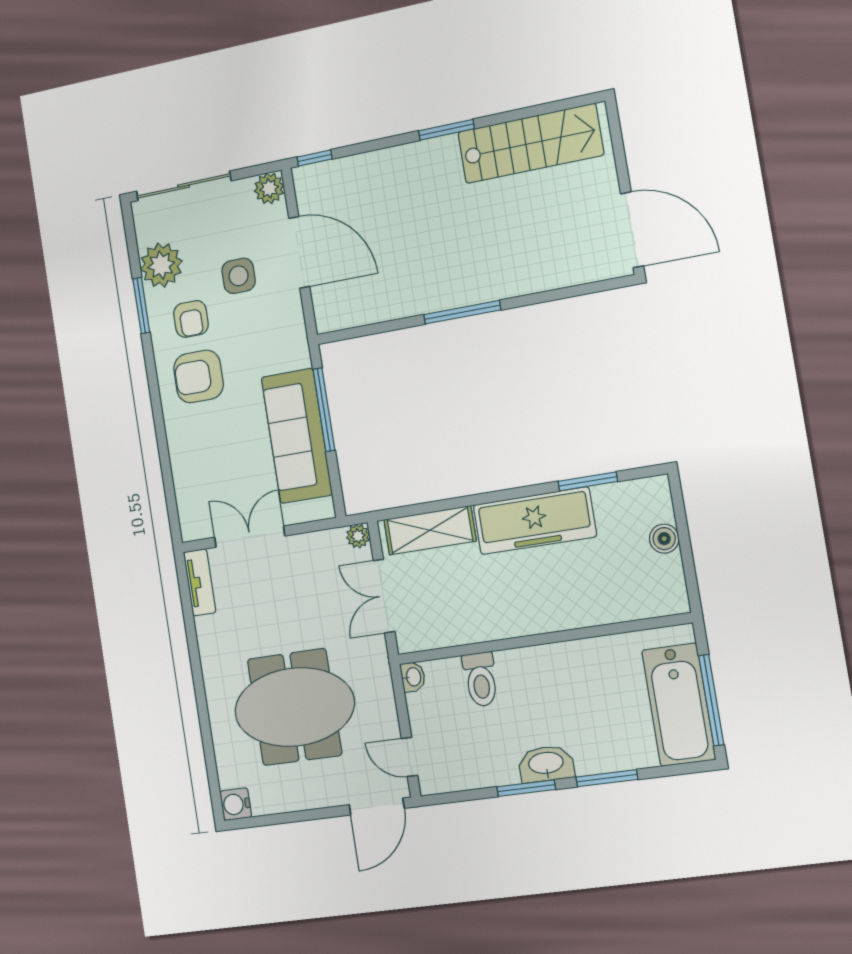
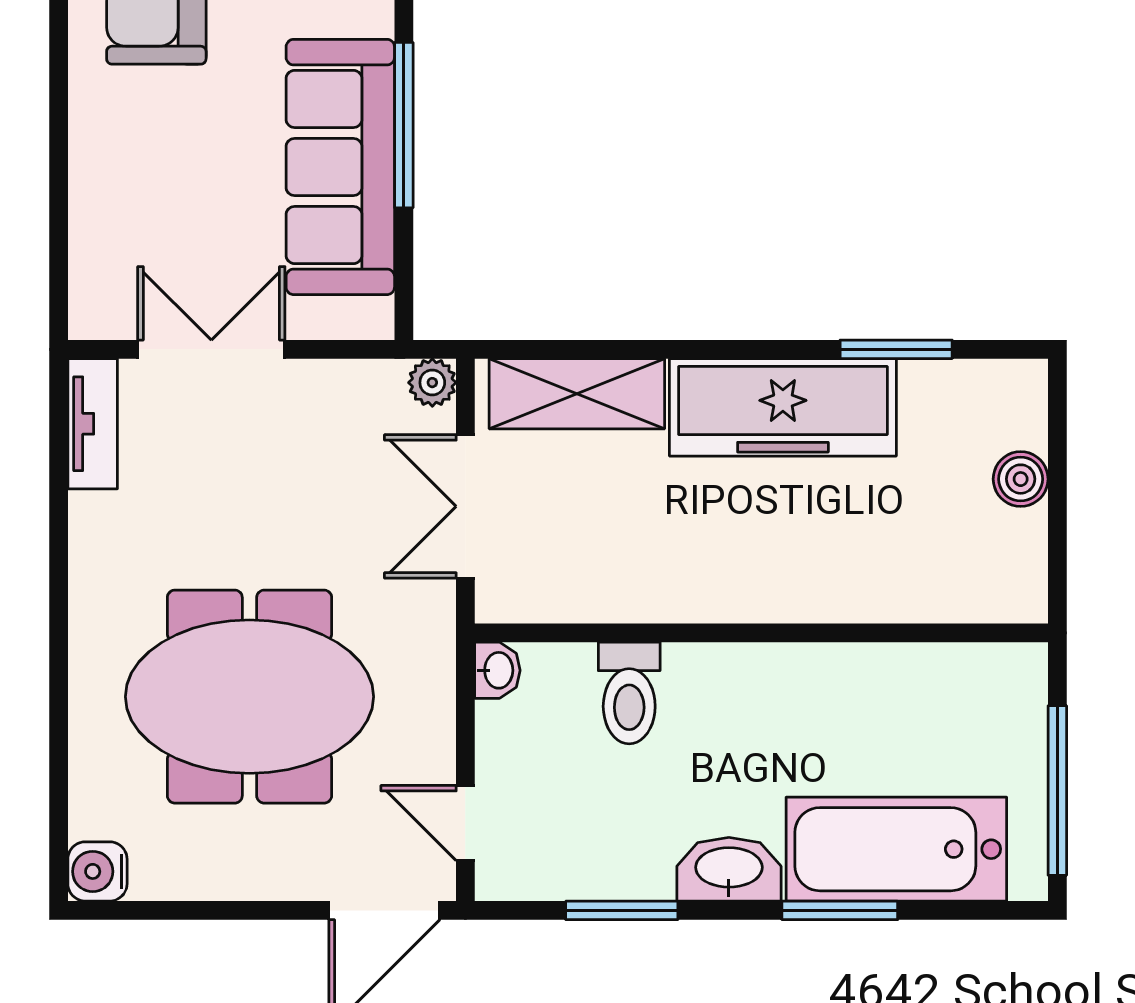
bathtub: (679, 705) -> (896, 849), moved, turned 90
window: (526, 788) -> (622, 910), moved

